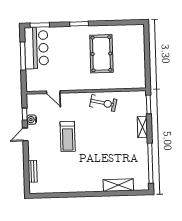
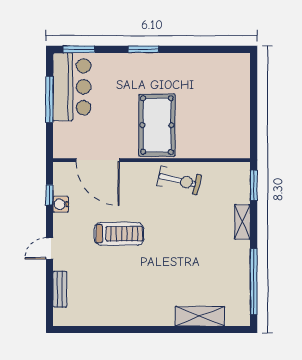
pool table: (101, 54) -> (157, 125), moved
door: (53, 92) -> (98, 160), width x1.87
door: (25, 134) -> (50, 249), moved
treadmill: (68, 136) -> (119, 234), turned -90

